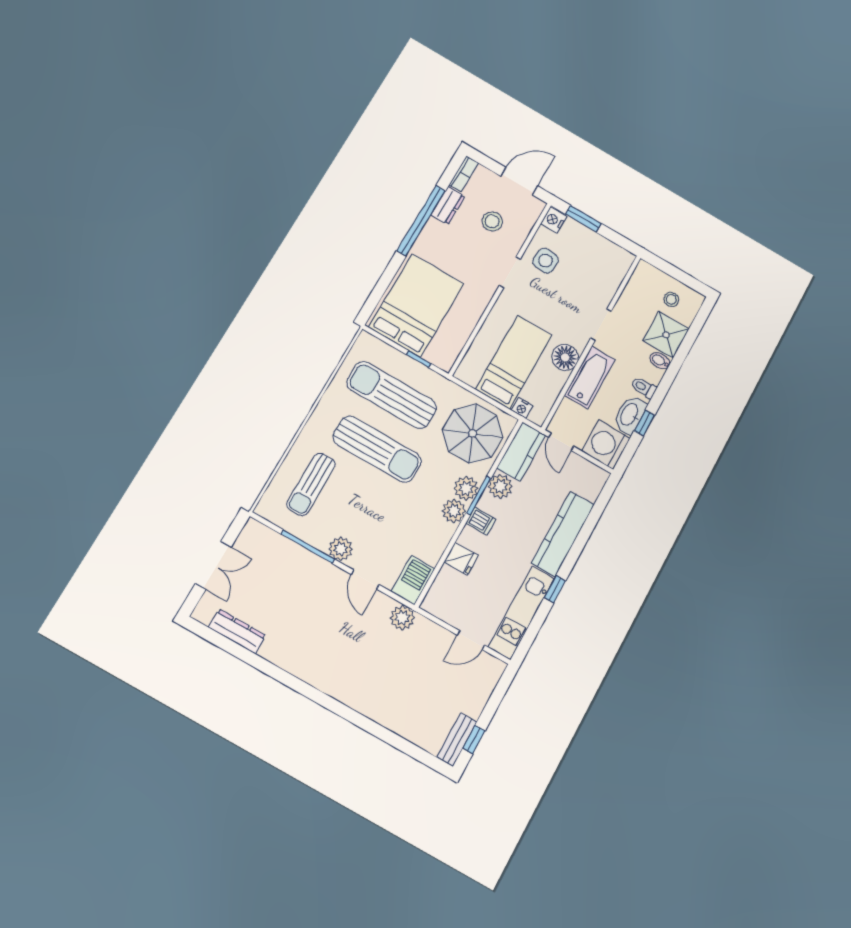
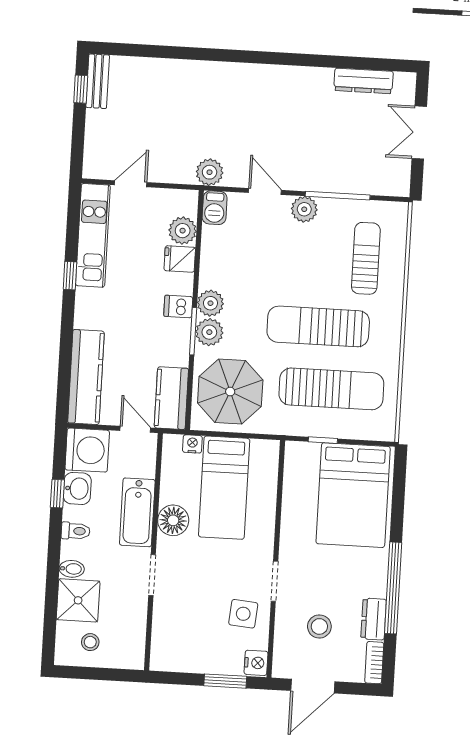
washbasin: (630, 415) -> (77, 488), width x0.72
plant: (500, 486) -> (183, 231), moved
kitchen counter: (563, 534) -> (86, 377), moved
barbecue: (413, 580) -> (215, 208), width x0.73, depth x0.79

